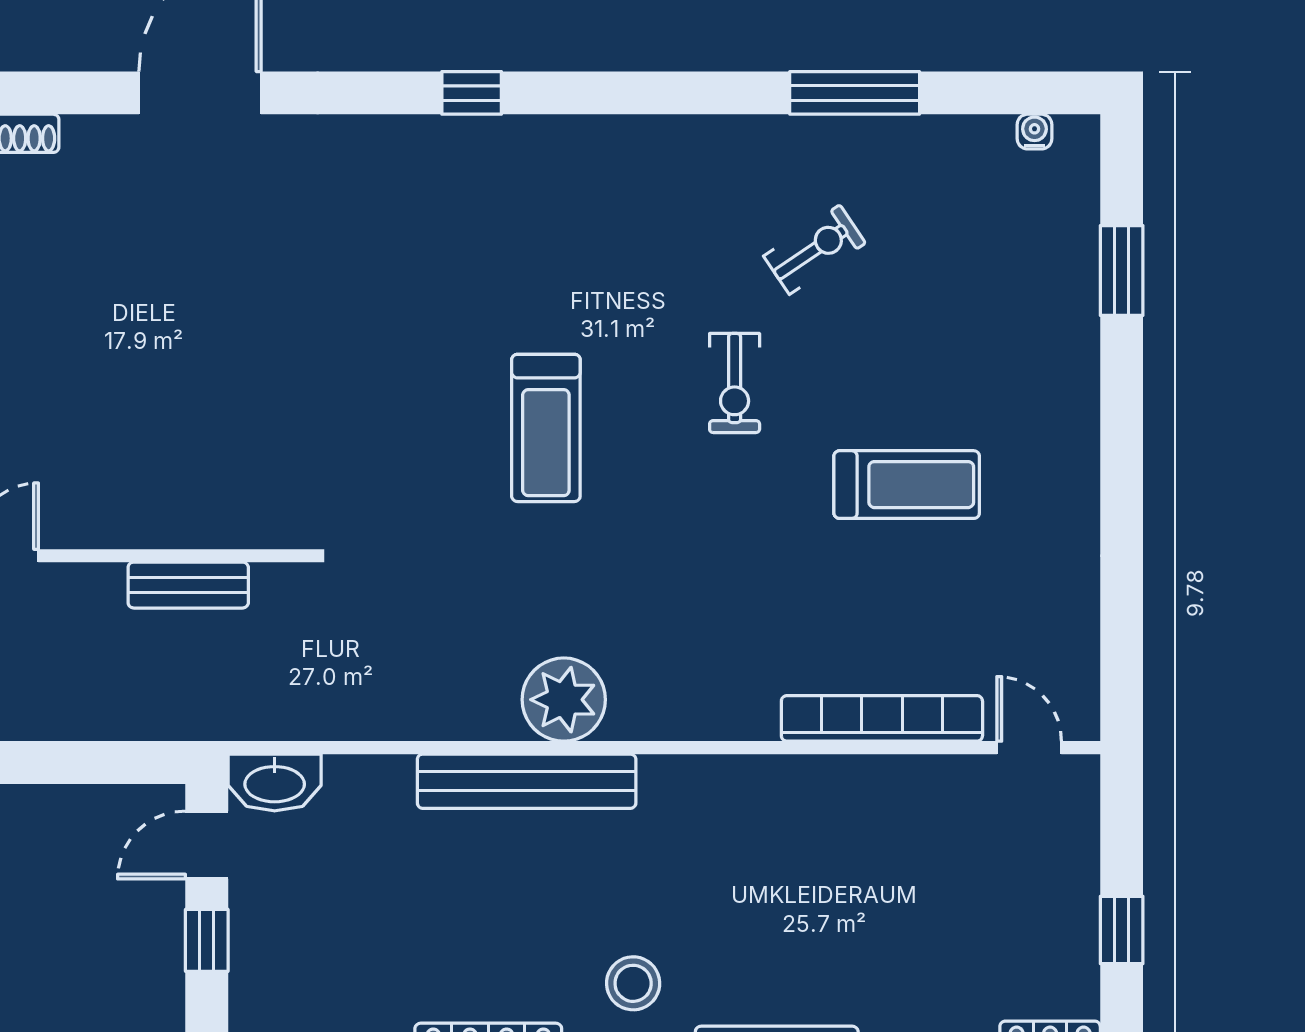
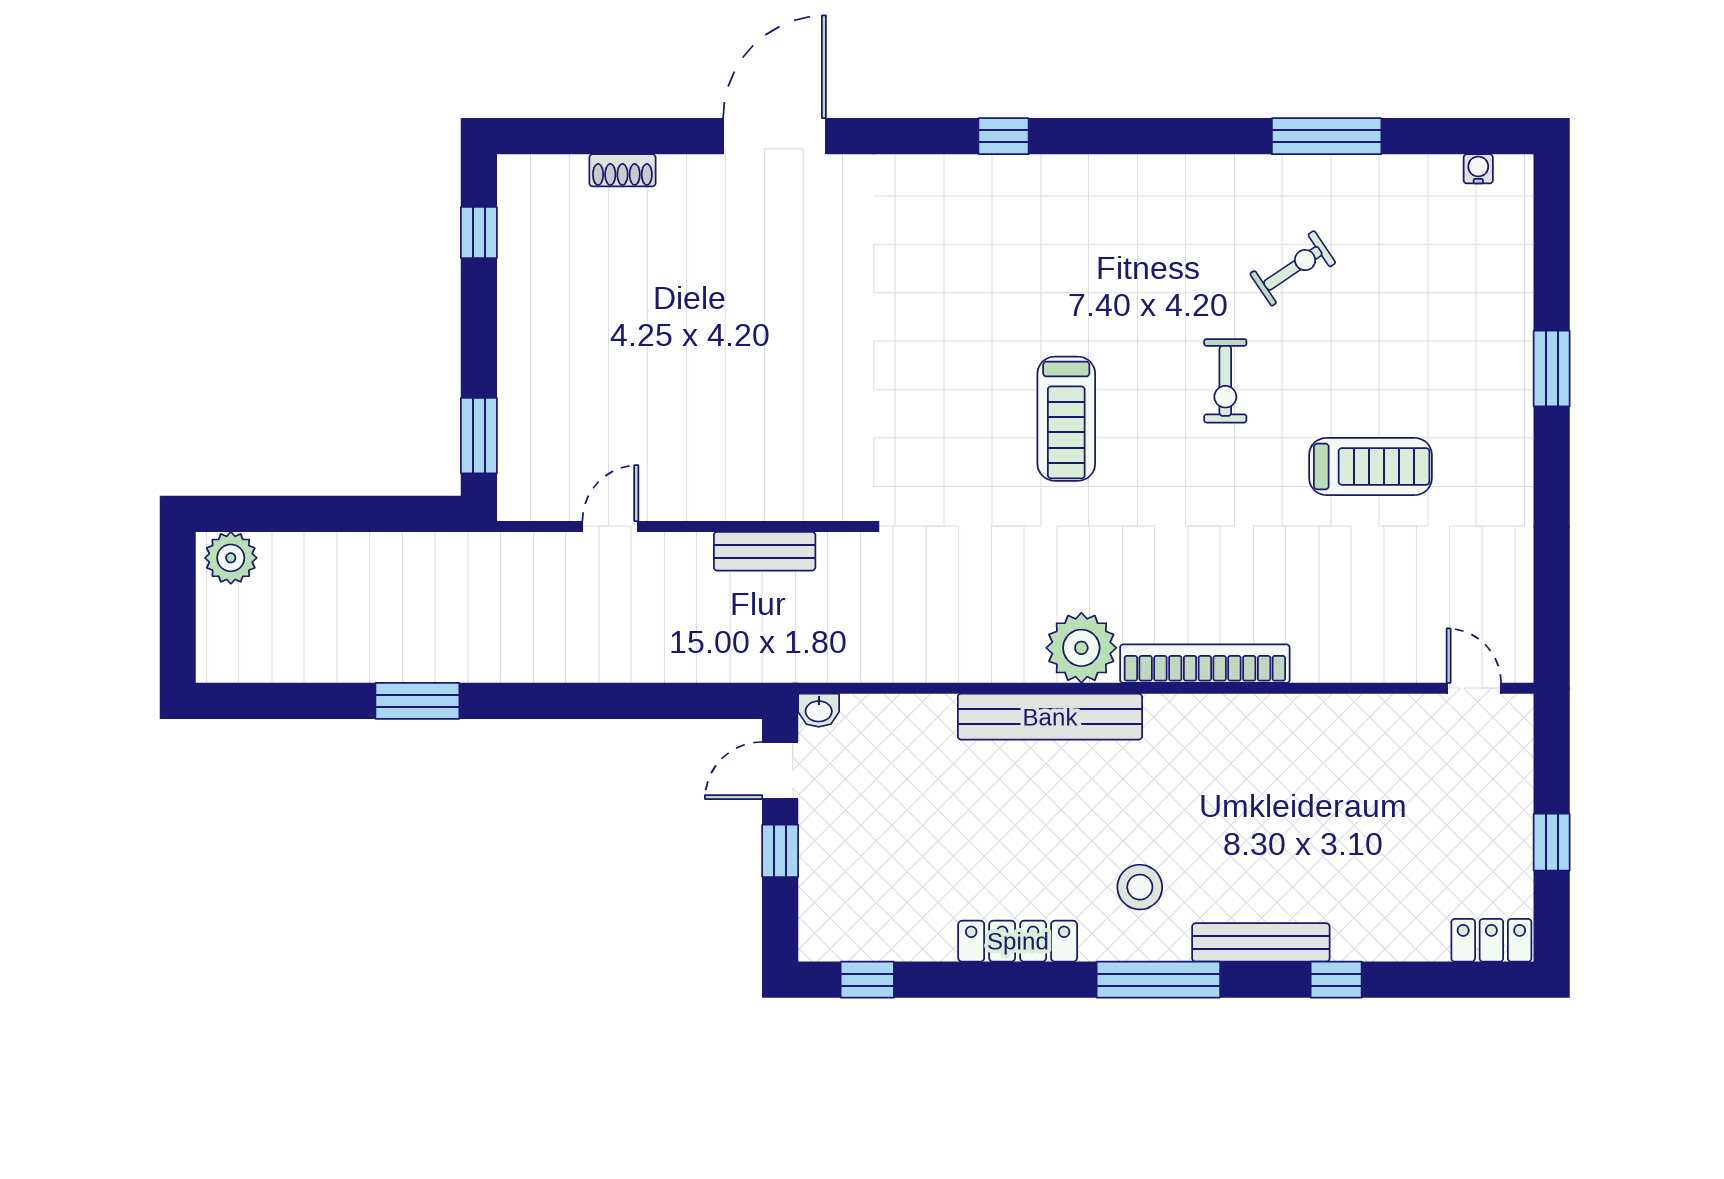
window: (1122, 271) -> (1552, 369), moved
bookcase: (882, 718) -> (1205, 664), moved
washbasin: (275, 782) -> (819, 710), width x0.52, depth x0.69

